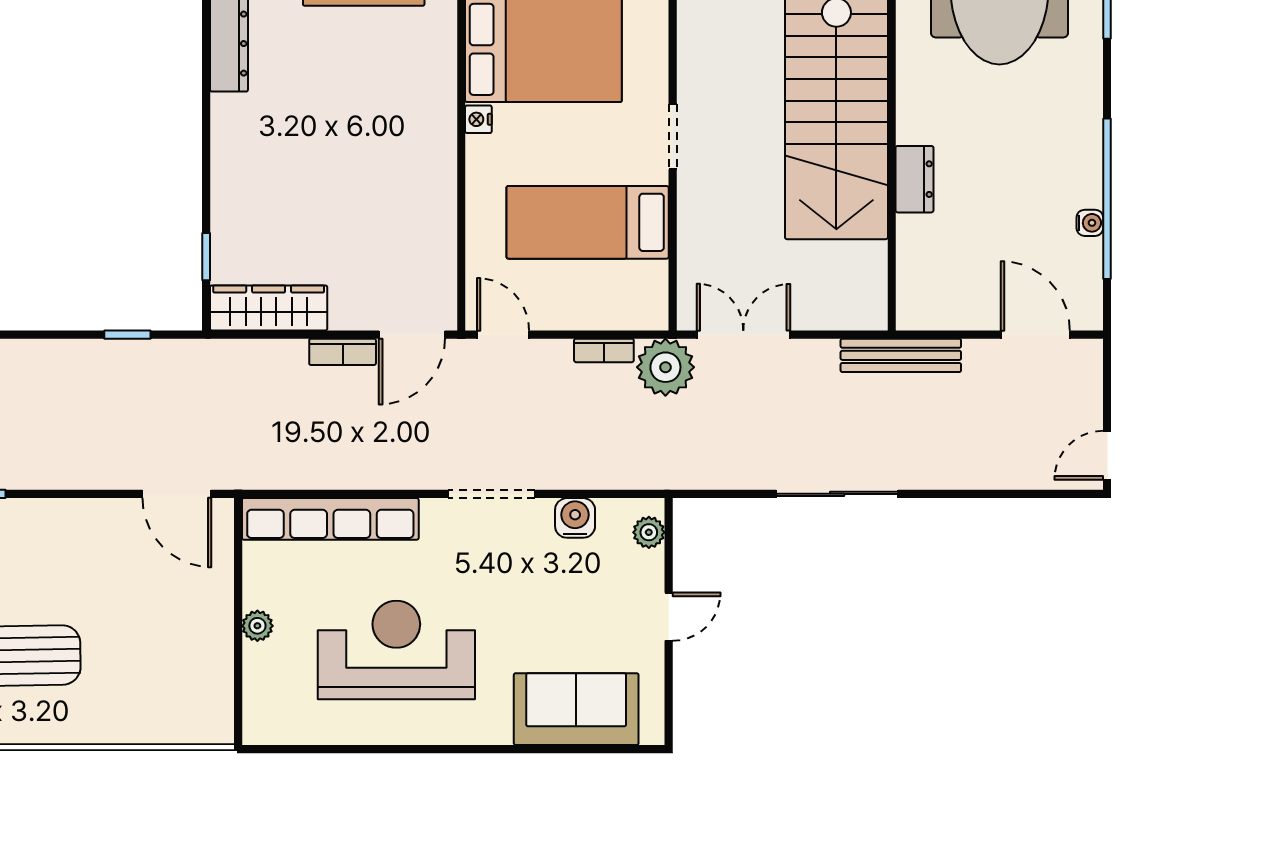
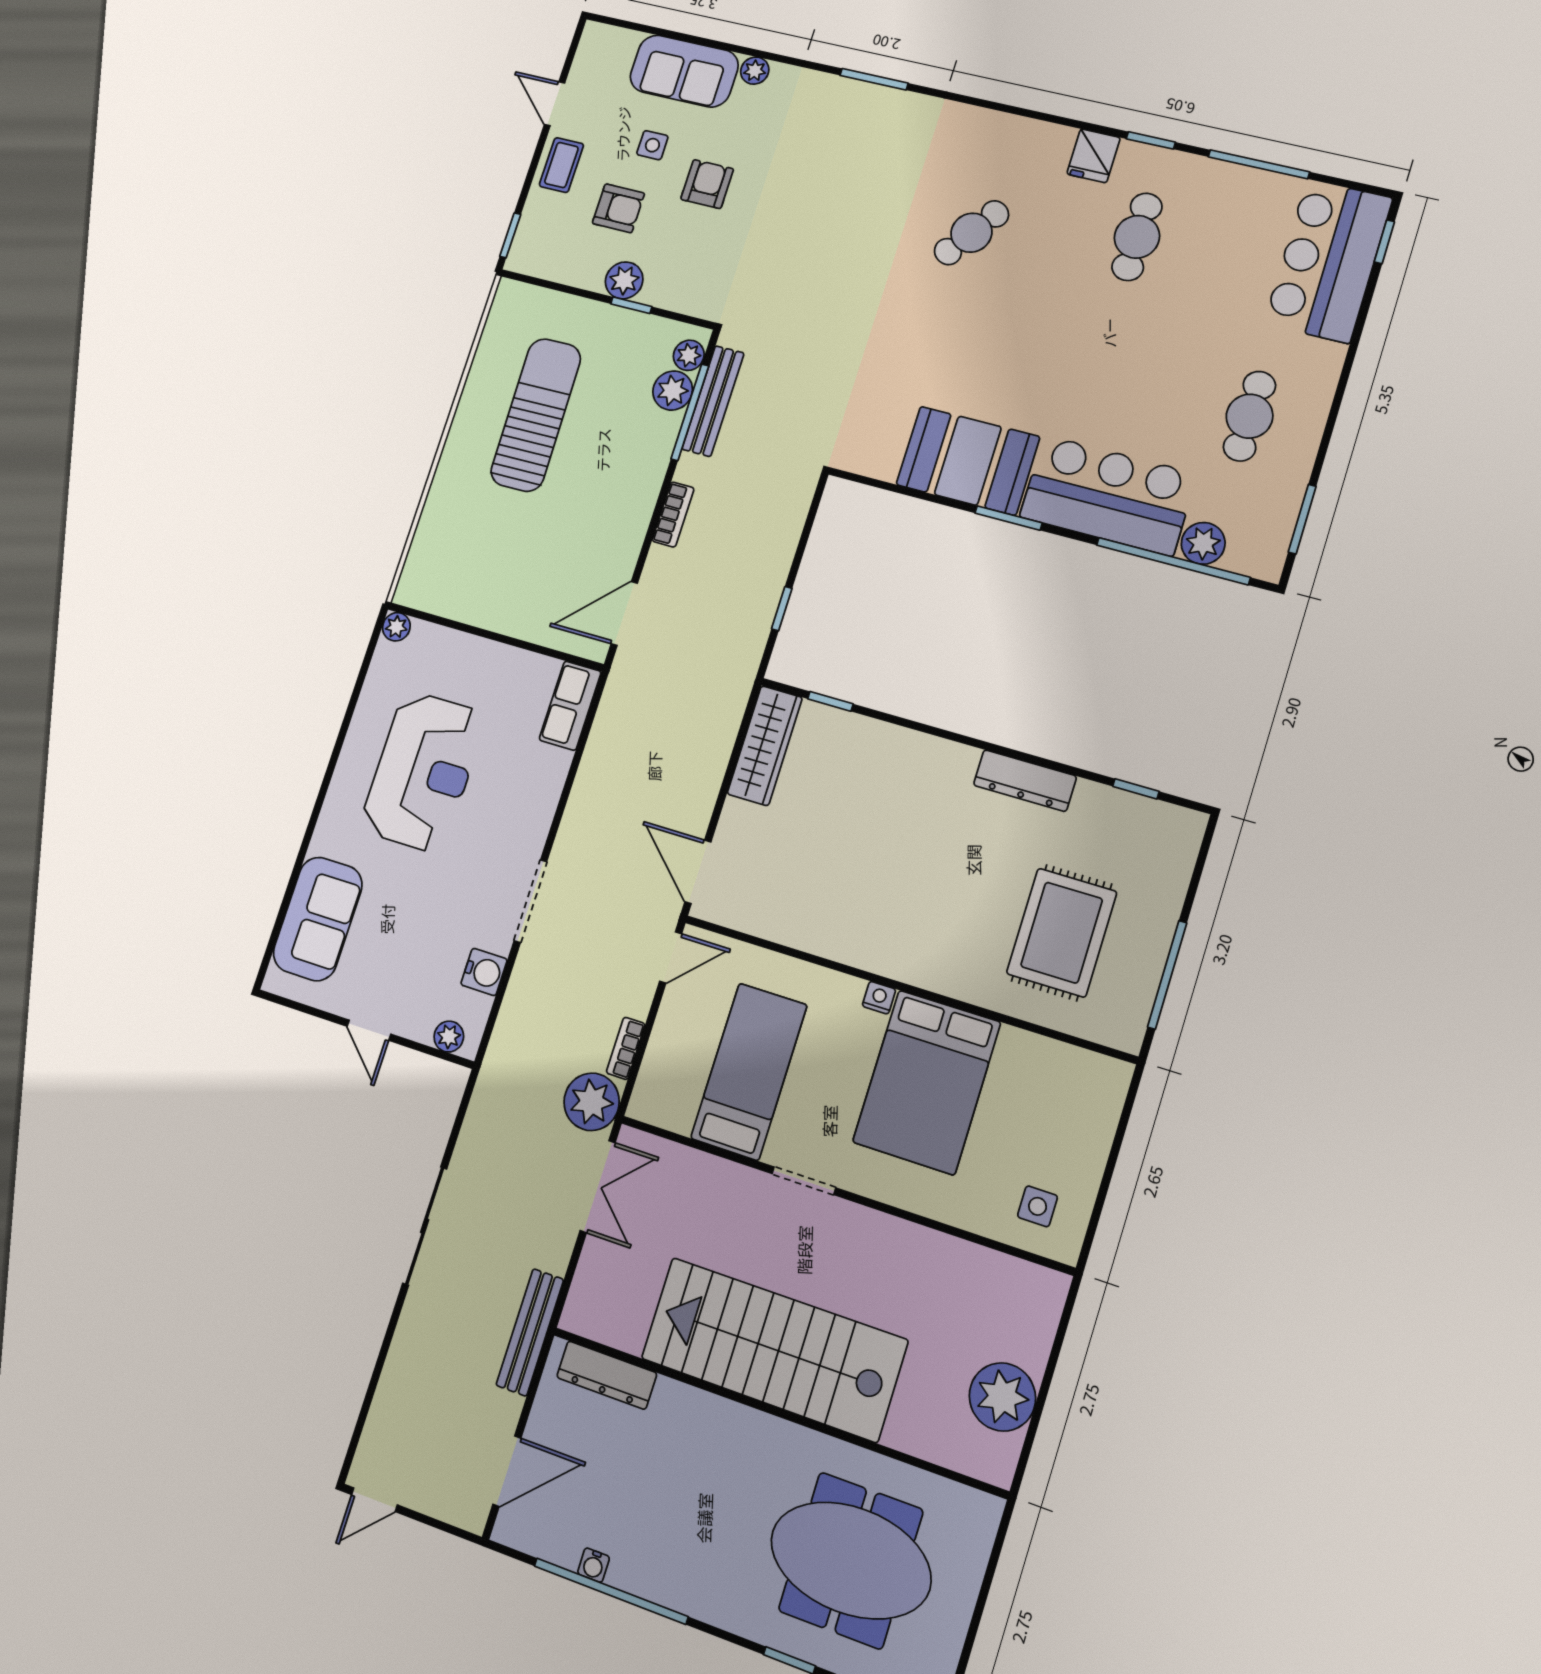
dresser: (915, 179) -> (607, 1375), moved, width x1.44
bookcase: (343, 352) -> (673, 515), moved, turned 180
door: (1107, 455) -> (374, 1500), swing flipped
row of seats: (330, 519) -> (570, 706), width x0.50
plant: (257, 626) -> (396, 627), moved

